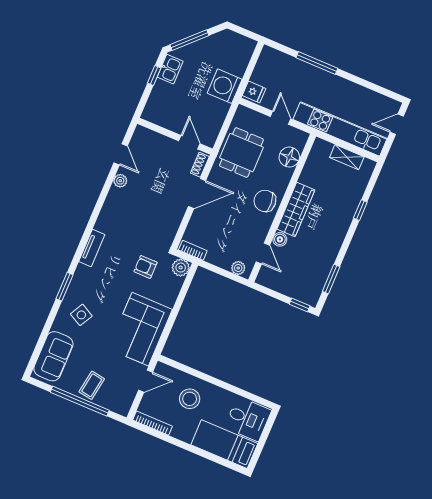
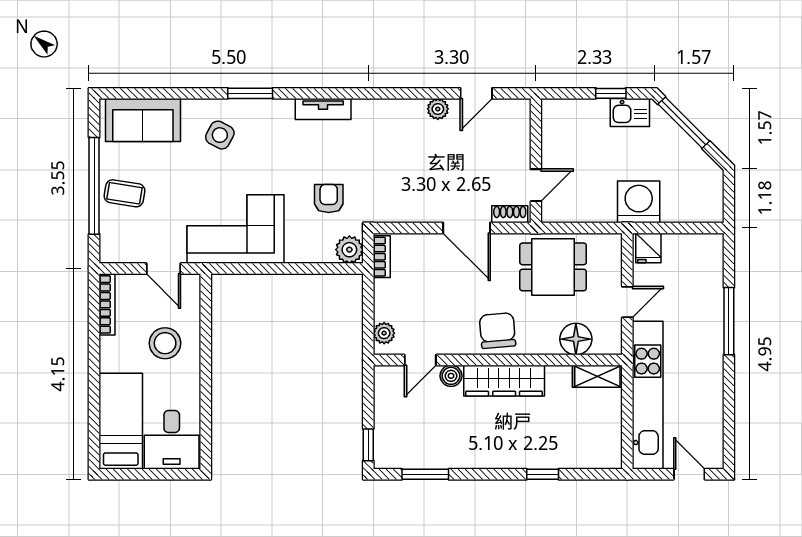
shelving: (347, 157) -> (597, 376), moved, turned 90

